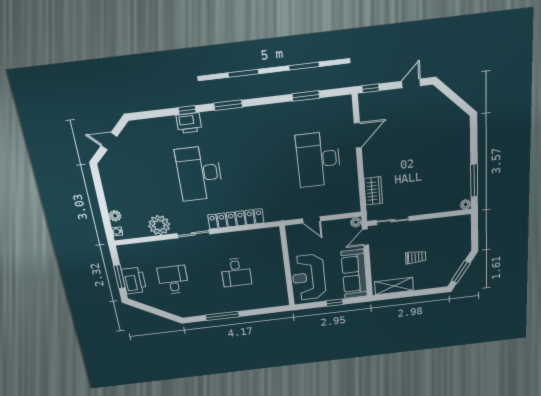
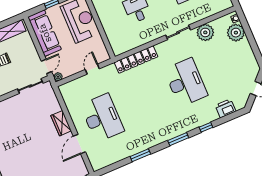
window: (306, 96) -> (140, 155), moved
printer: (189, 123) -> (225, 108), moved
wardrobe: (373, 191) -> (61, 123), moved
plant: (115, 216) -> (236, 33), width x1.88, depth x1.88
locker: (236, 219) -> (136, 59), moved
door: (311, 220) -> (92, 69), hinge flipped

